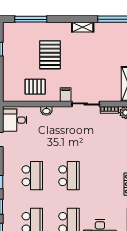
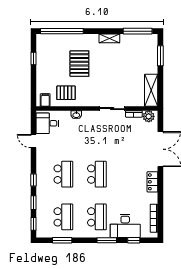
window: (31, 19) -> (62, 31), width x1.46
filing cabinet: (66, 95) -> (45, 100), moved

